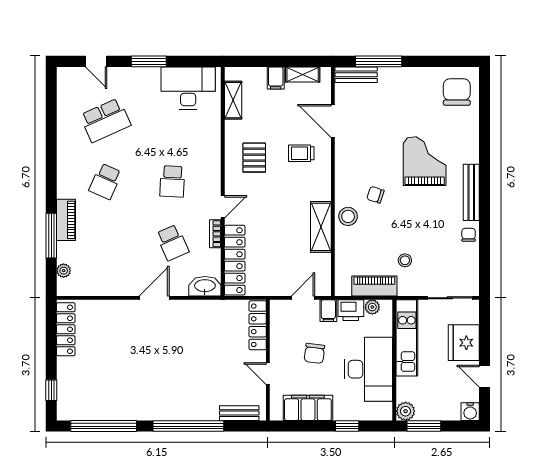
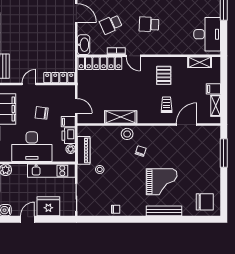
bench: (356, 75) -> (215, 139), removed
pallet: (254, 158) -> (164, 75), turned 90
bench: (471, 192) -> (164, 211), moved

